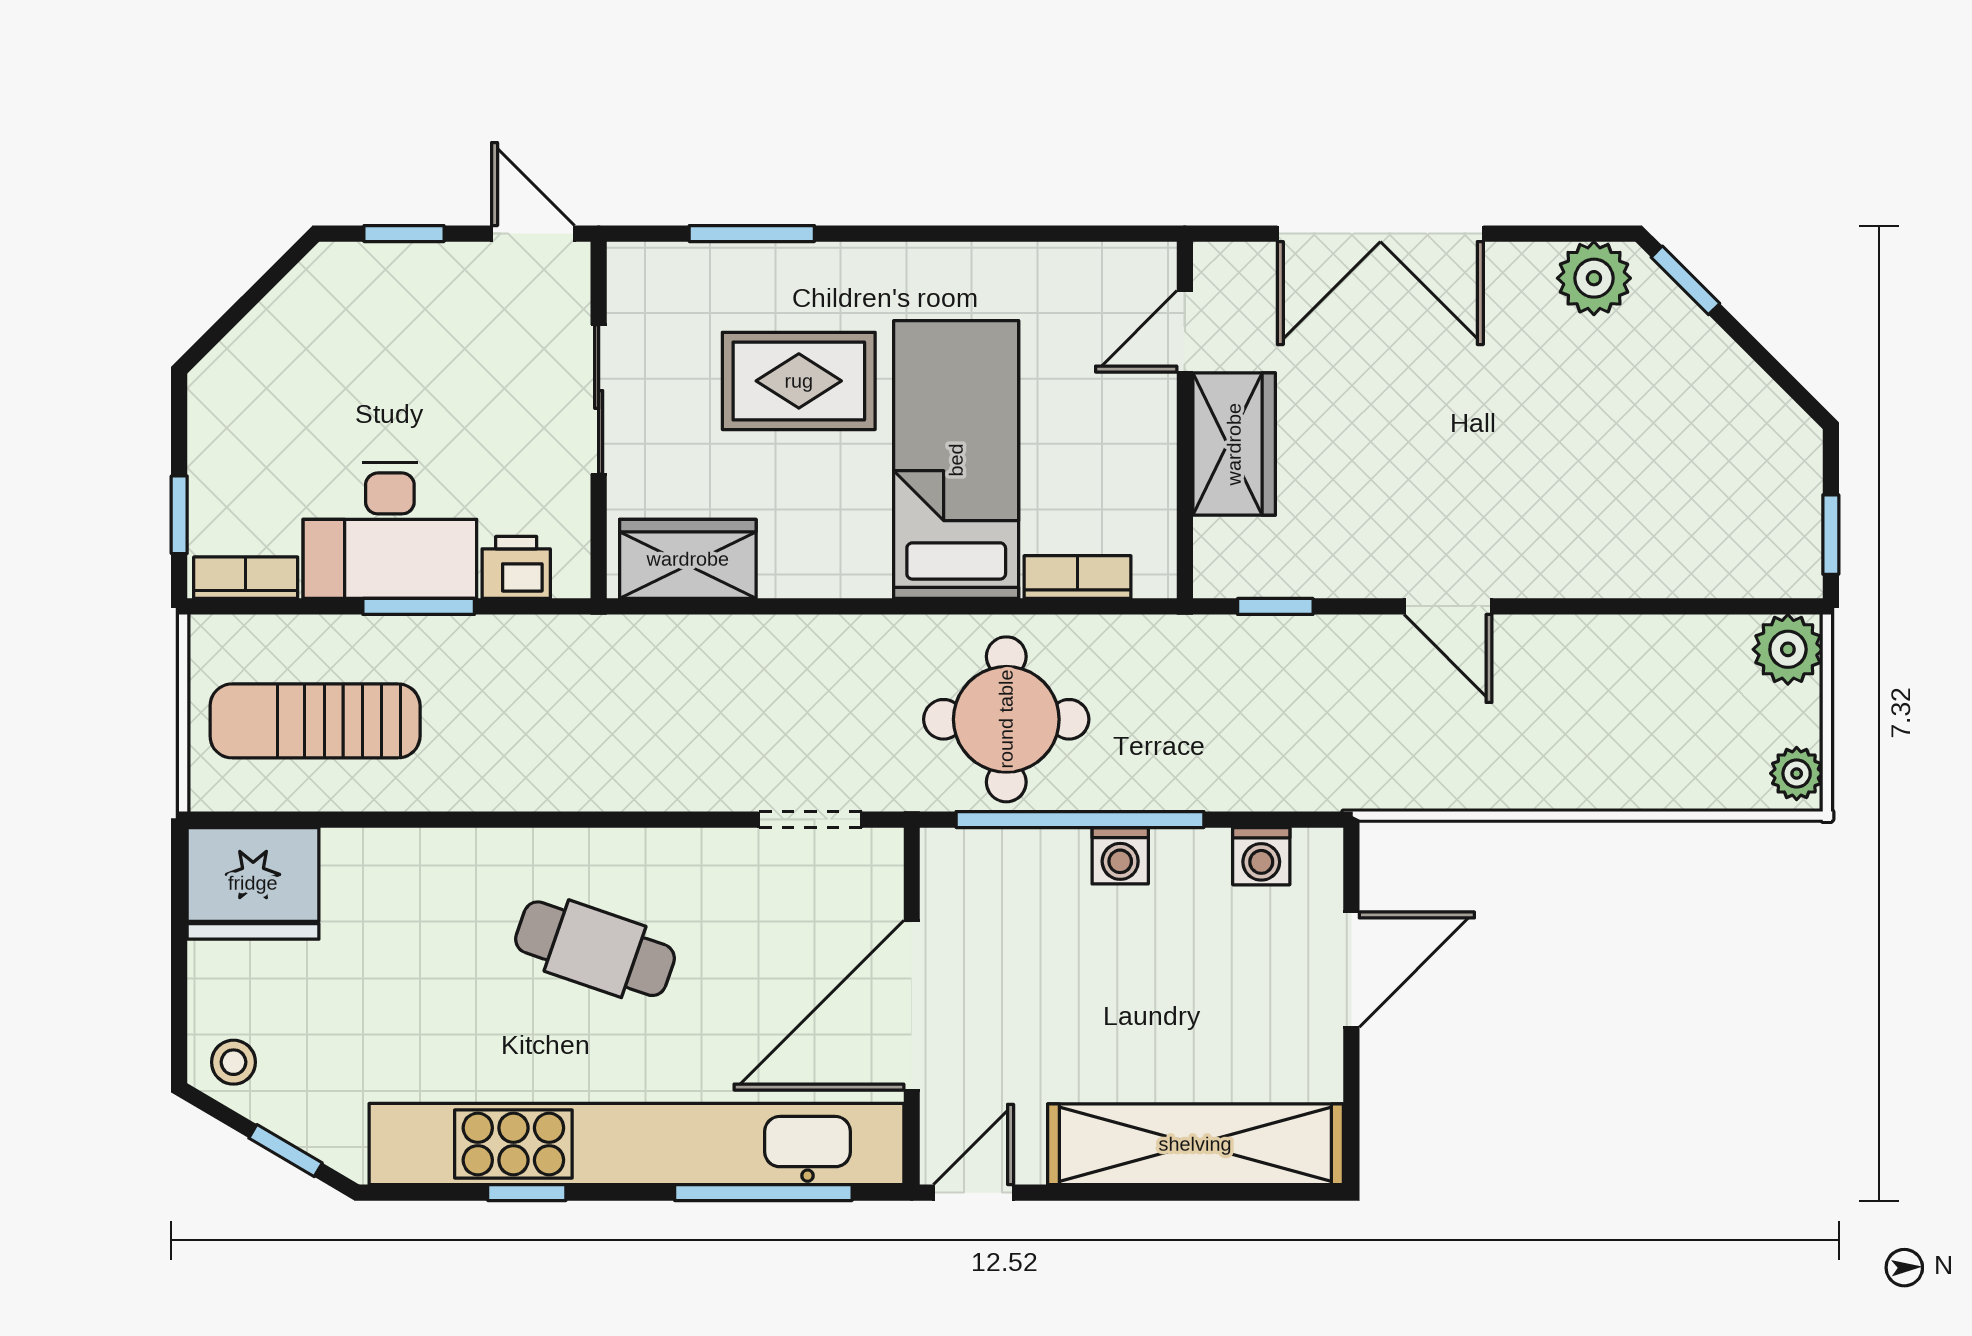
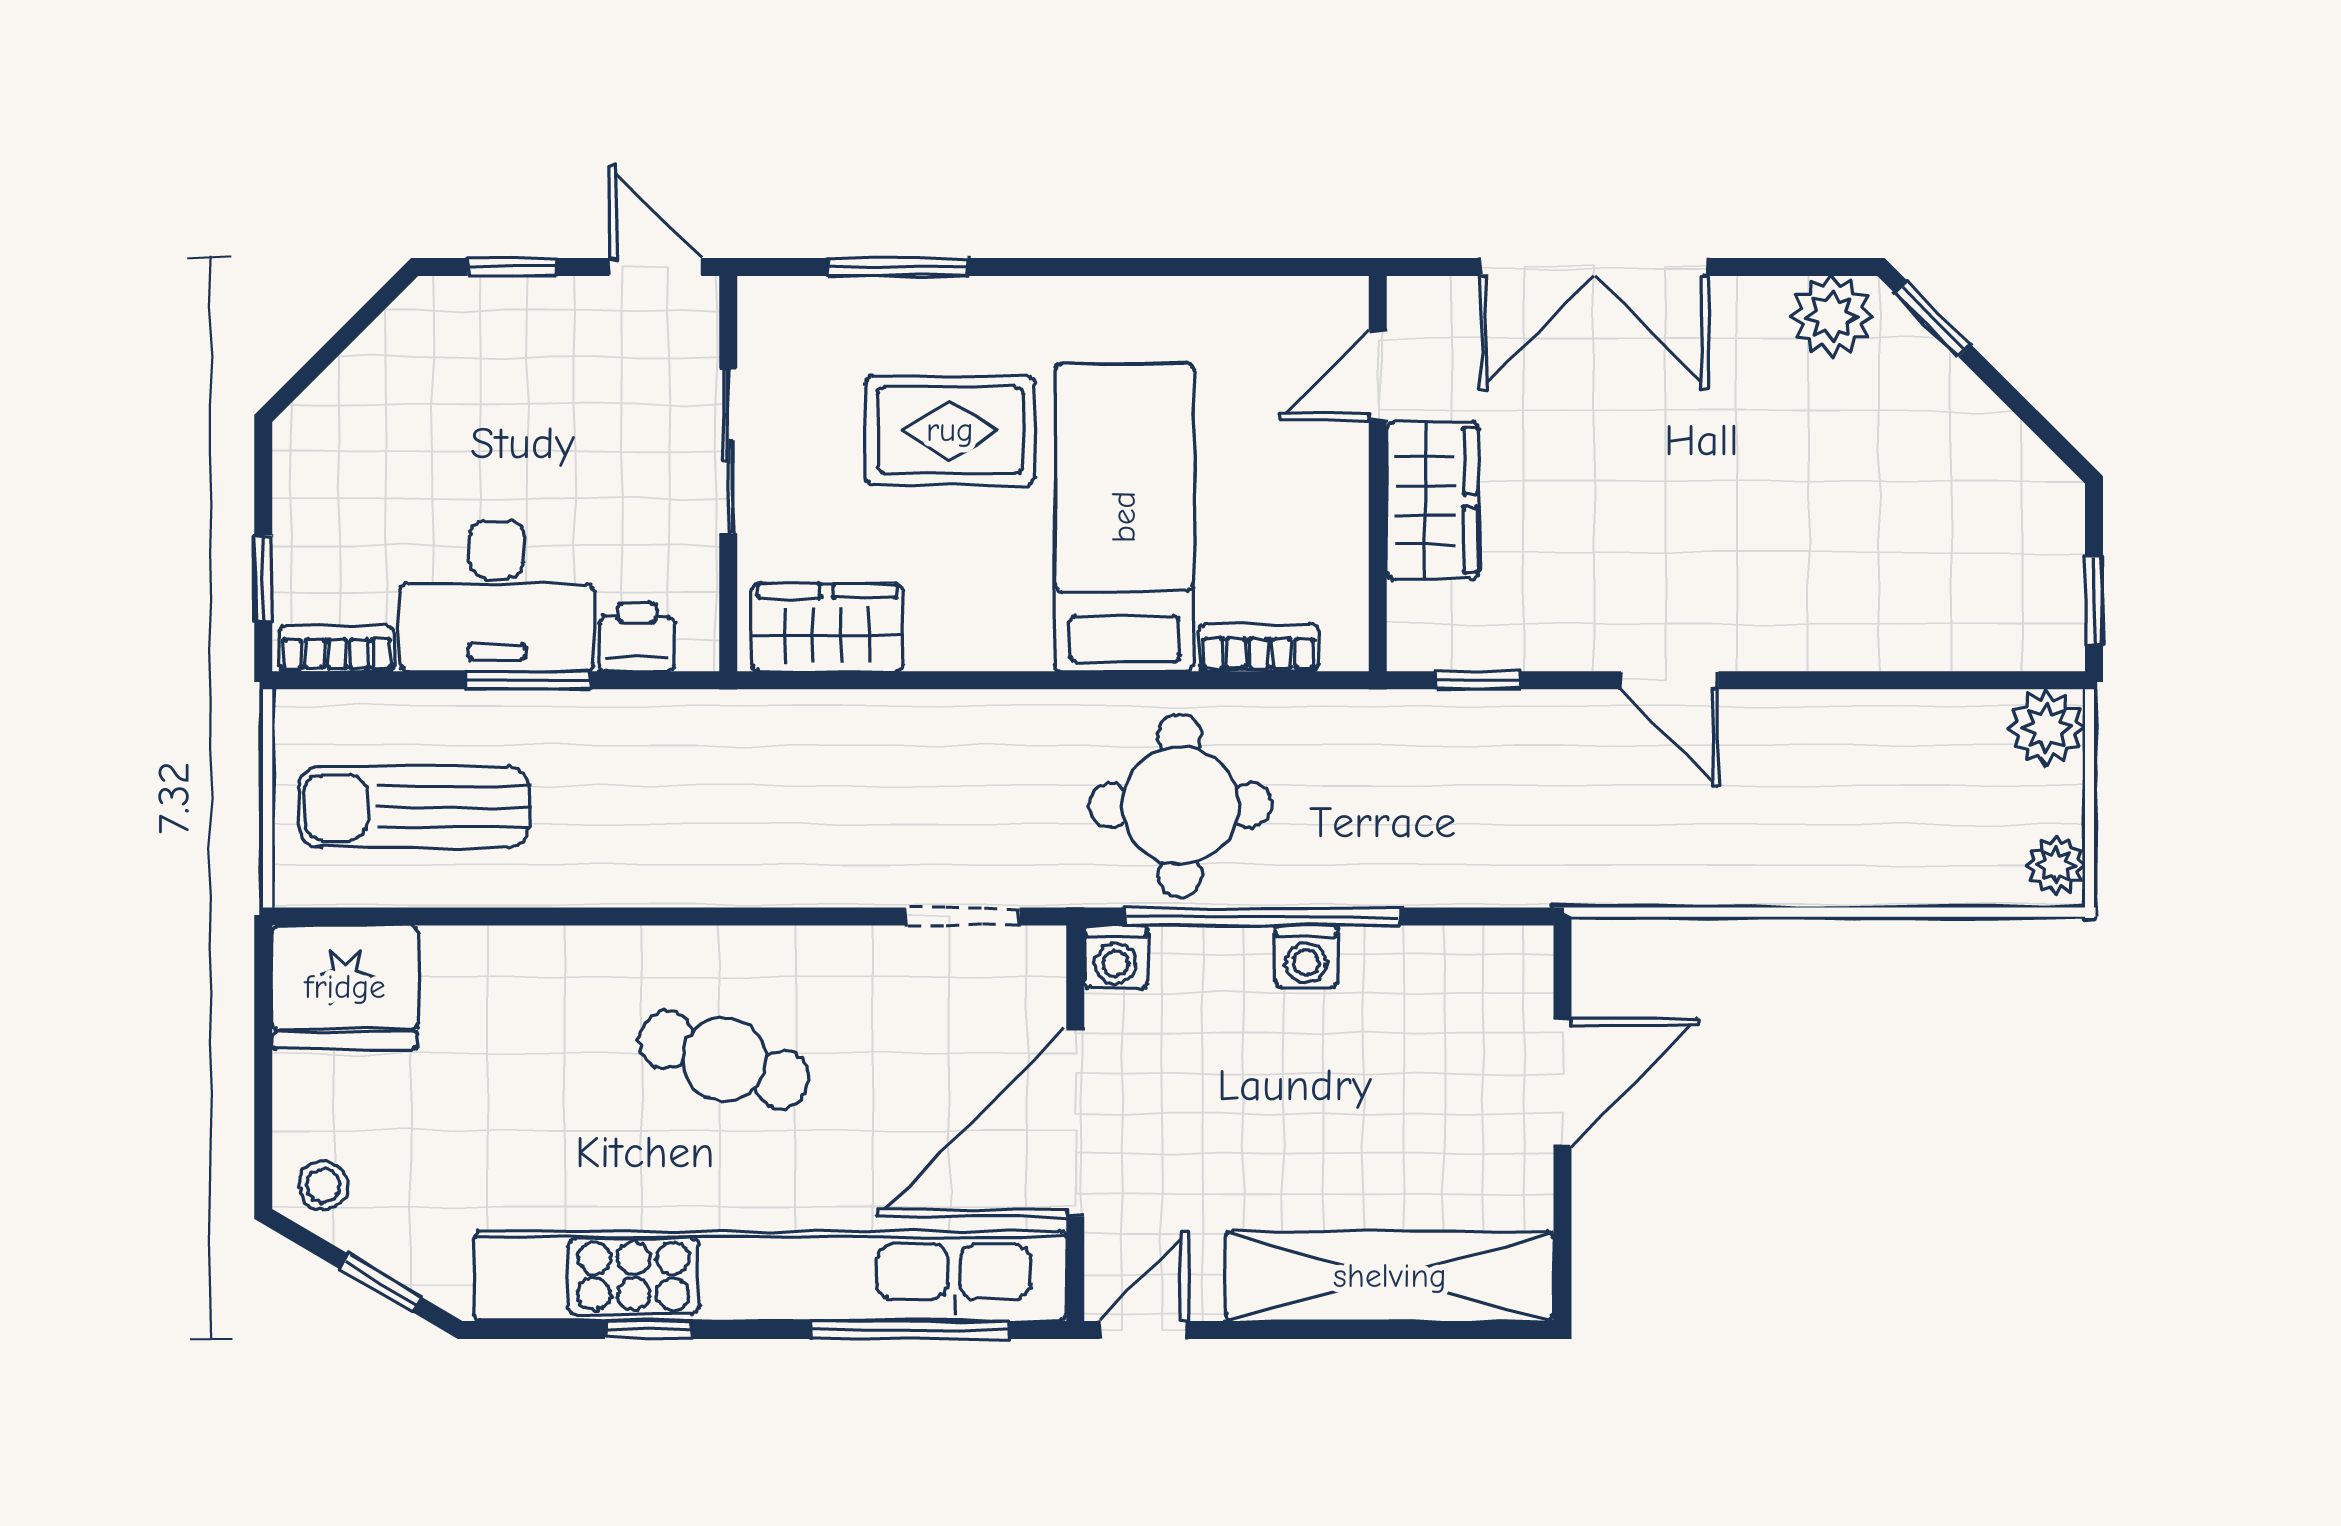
washing machine: (1261, 856) -> (1116, 957), moved

